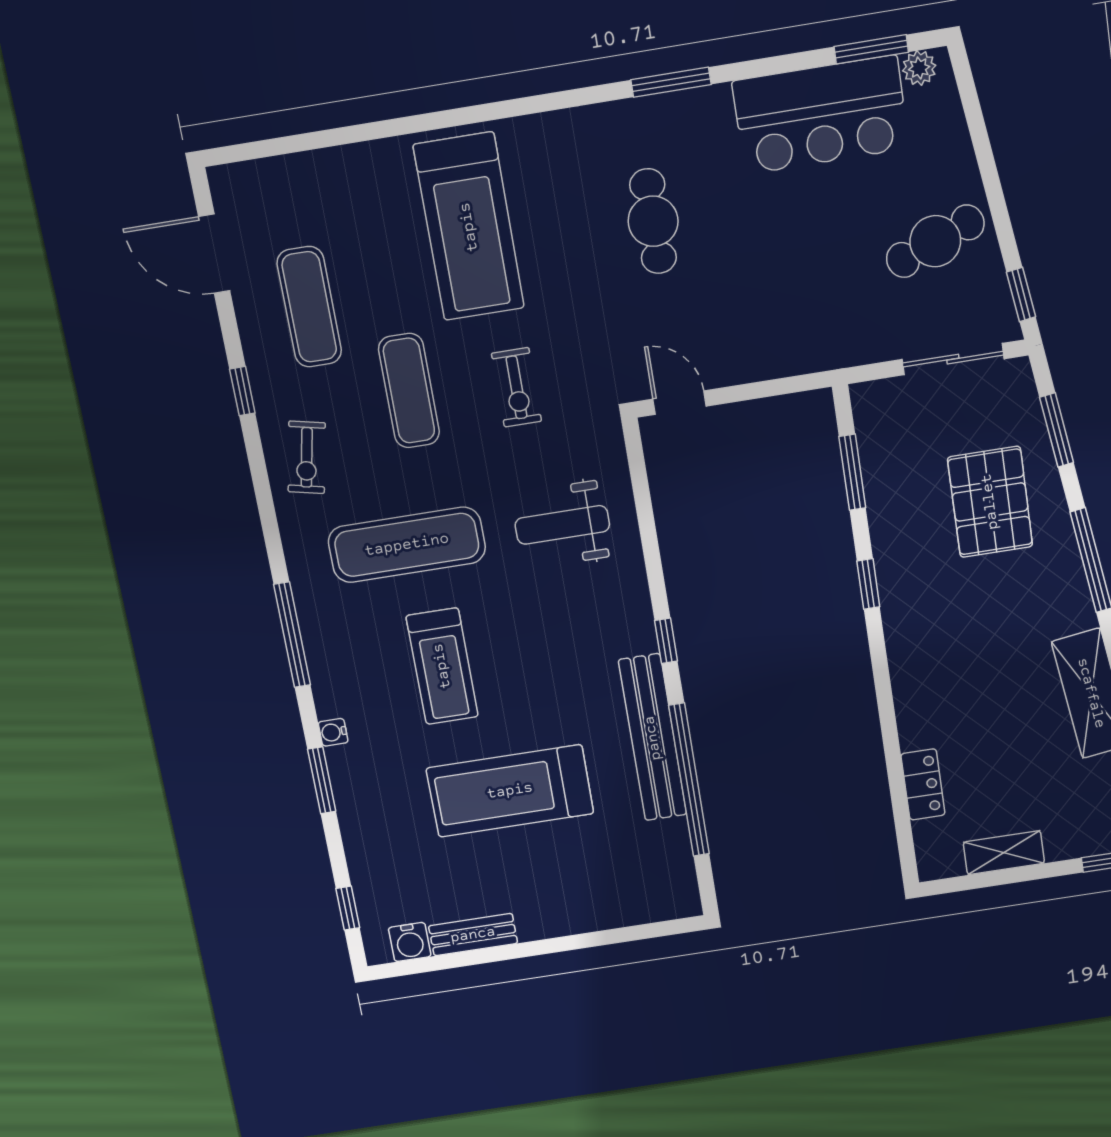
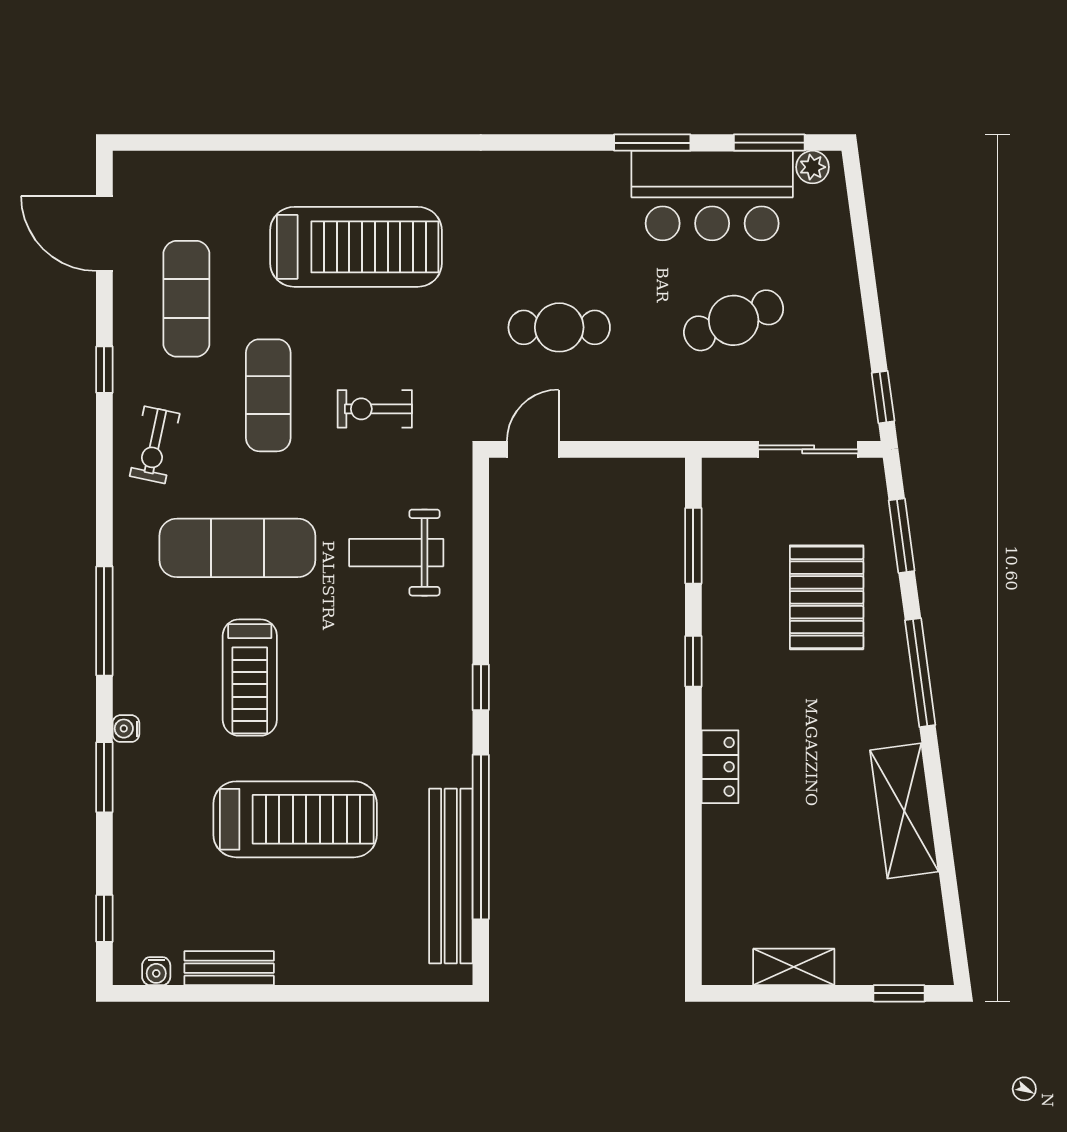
window: (671, 82) -> (652, 143), moved
cafe table: (653, 221) -> (559, 327), moved, turned 90
treadmill: (469, 227) -> (356, 247), turned -90
cafe table: (935, 241) -> (734, 320), moved
exercise bike: (517, 387) -> (375, 409), turned 90
door: (679, 403) -> (533, 449), hinge flipped
bench: (653, 738) -> (451, 876), moved
locker: (923, 784) -> (720, 767), moved
treadmill: (510, 791) -> (295, 819), turned 180
water cooler: (410, 942) -> (156, 971), width x0.72, depth x0.72

